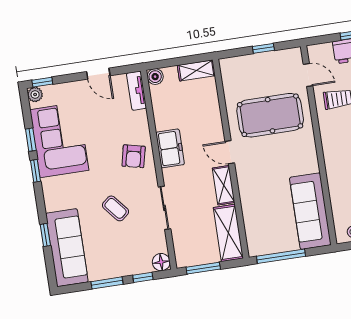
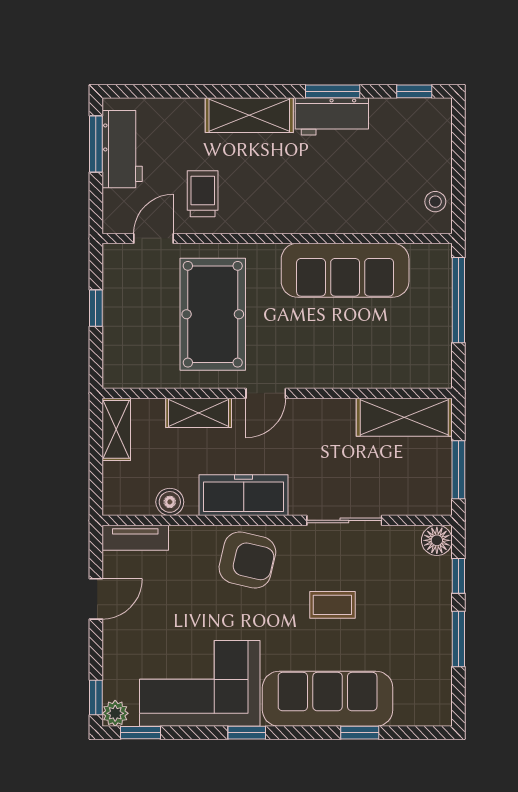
boiler: (155, 77) -> (170, 502), moved
window: (31, 140) -> (140, 733), moved
freezer: (170, 148) -> (244, 495), width x1.40
armchair: (134, 156) -> (247, 560), width x1.38, depth x1.38
shelving: (224, 185) -> (199, 413), moved
coffee table: (115, 208) -> (332, 605), turned 40
sofa: (310, 211) -> (345, 270), moved
sofa: (67, 248) -> (328, 699), moved
window: (281, 256) -> (458, 300), moved

